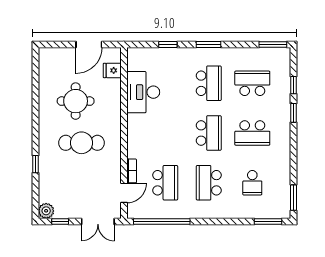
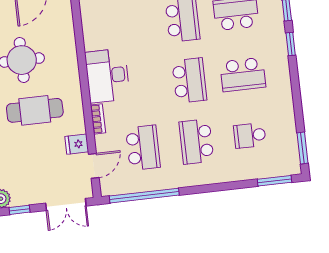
fridge: (112, 70) -> (77, 144), moved
desk: (143, 92) -> (107, 76), moved
bookcase: (132, 171) -> (98, 119), moved
school desk: (252, 183) -> (250, 135), turned 90

